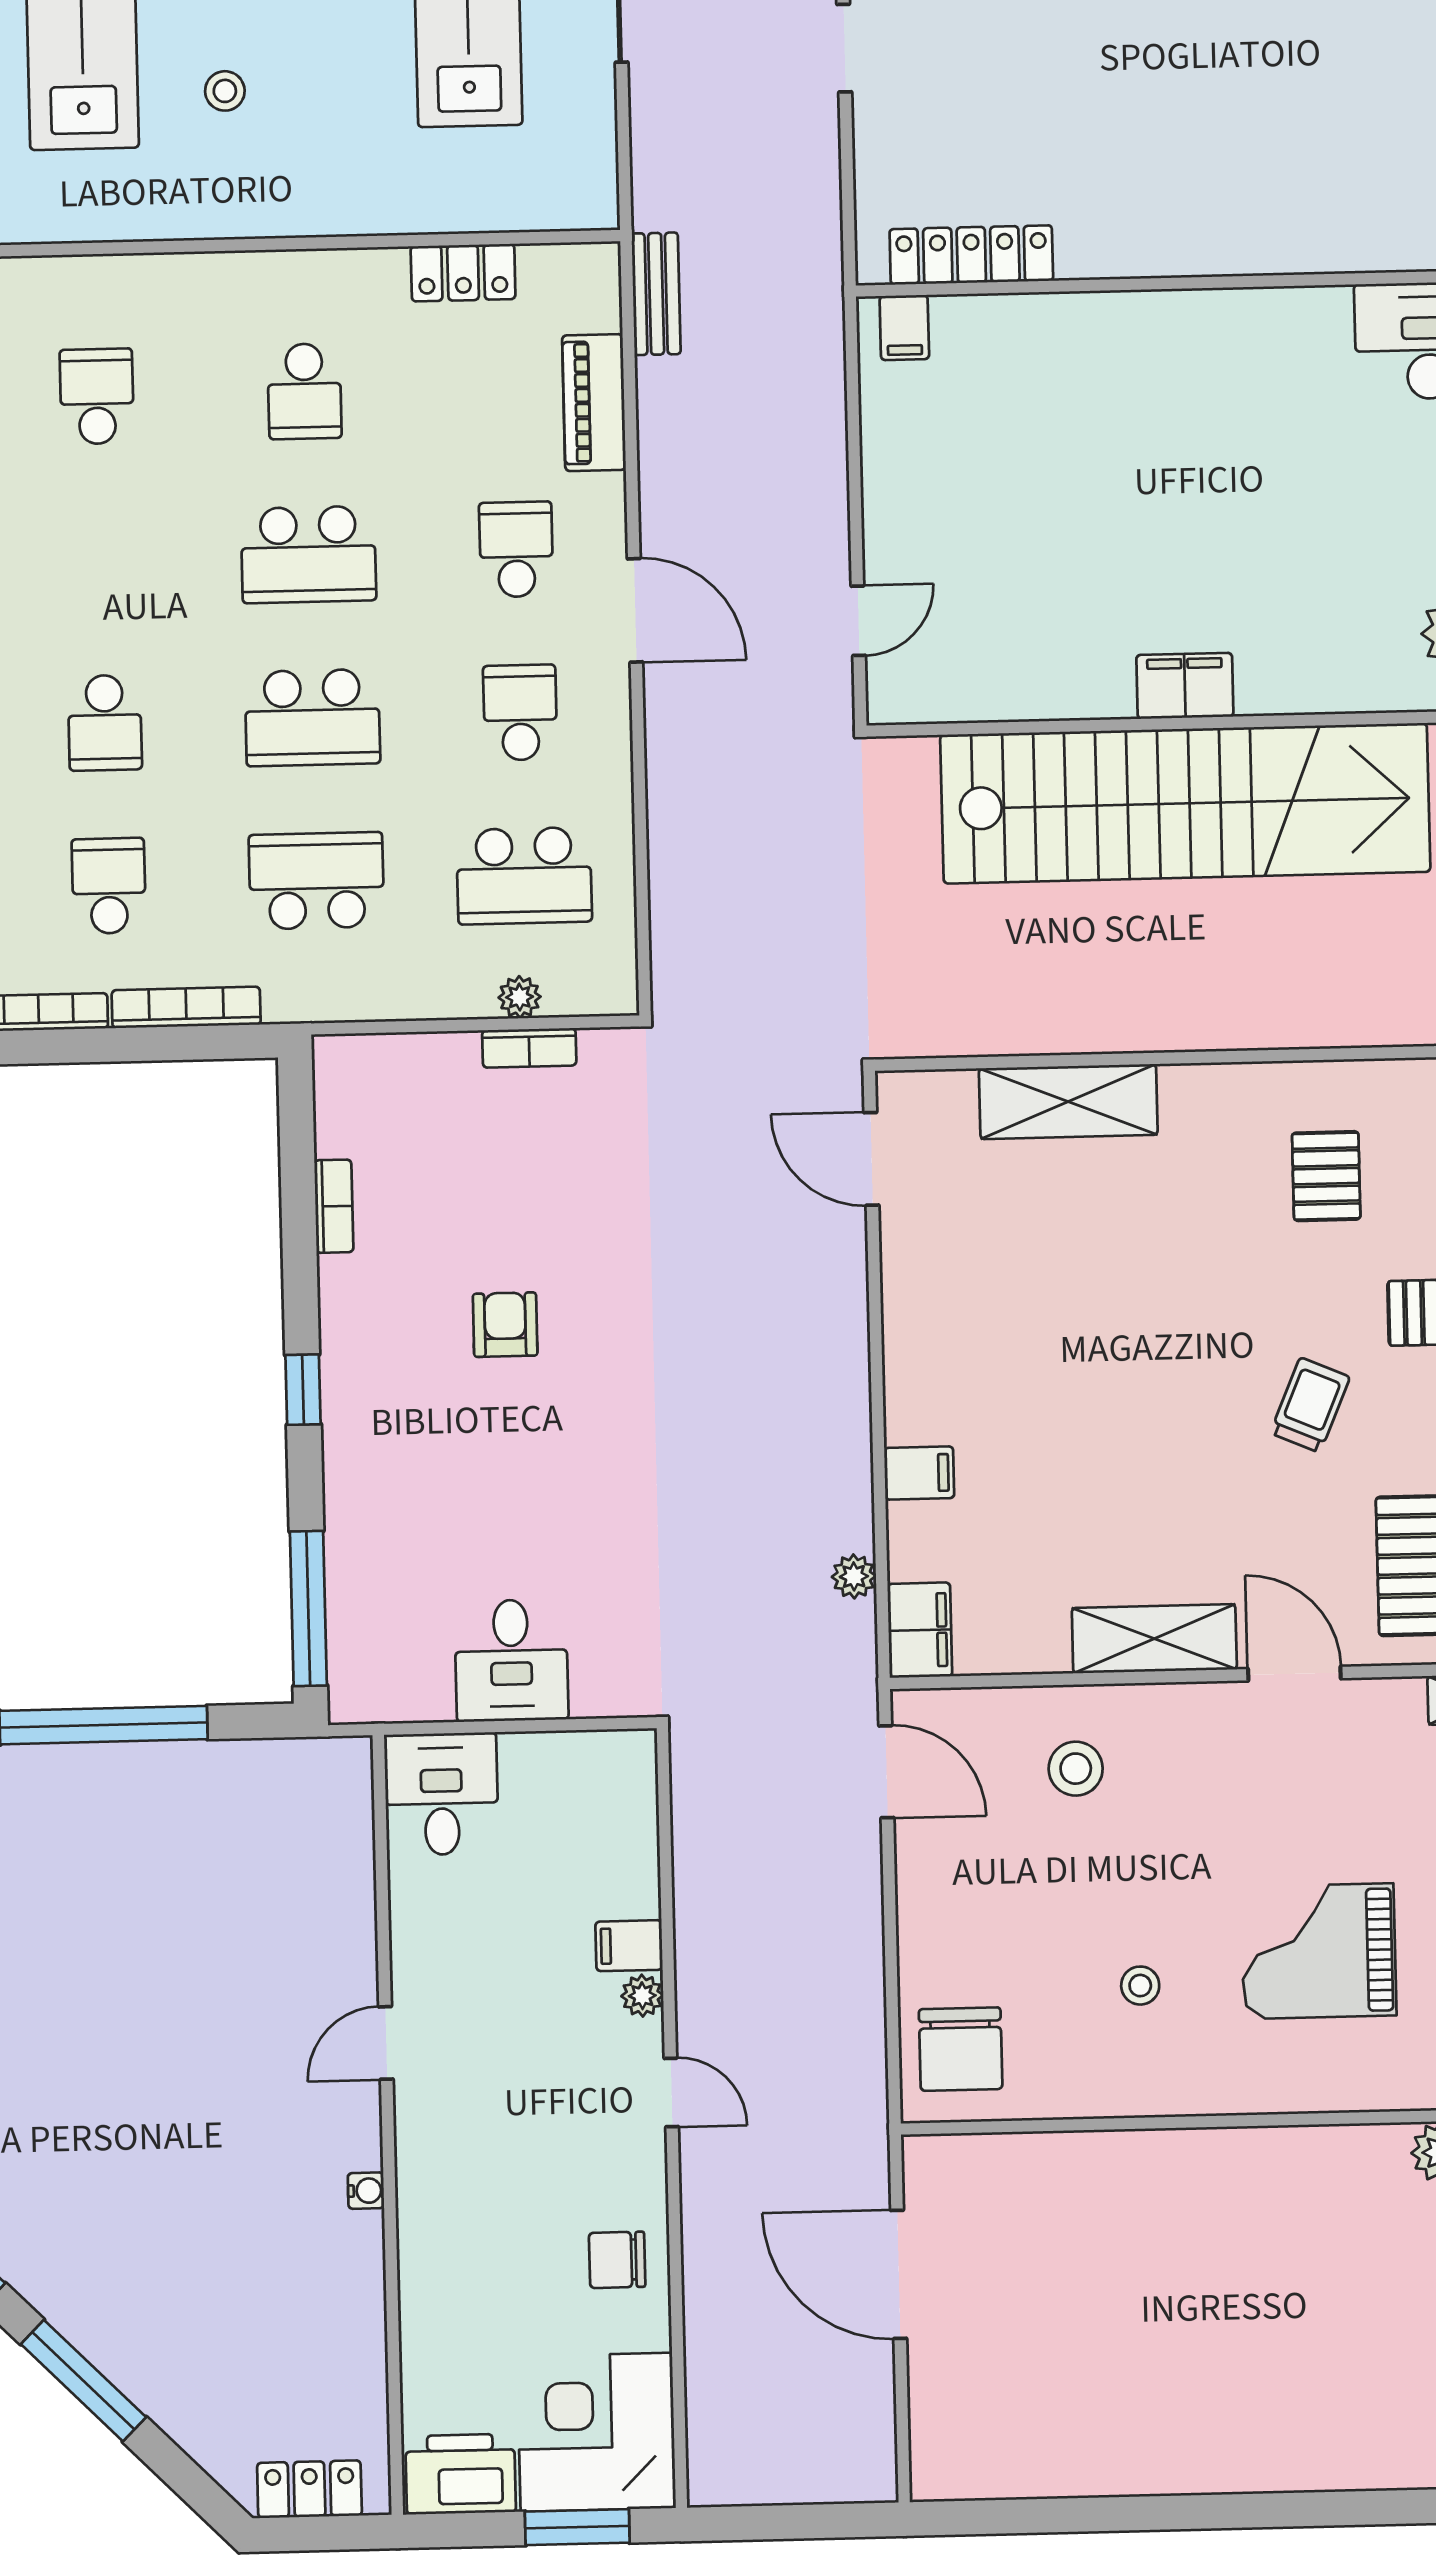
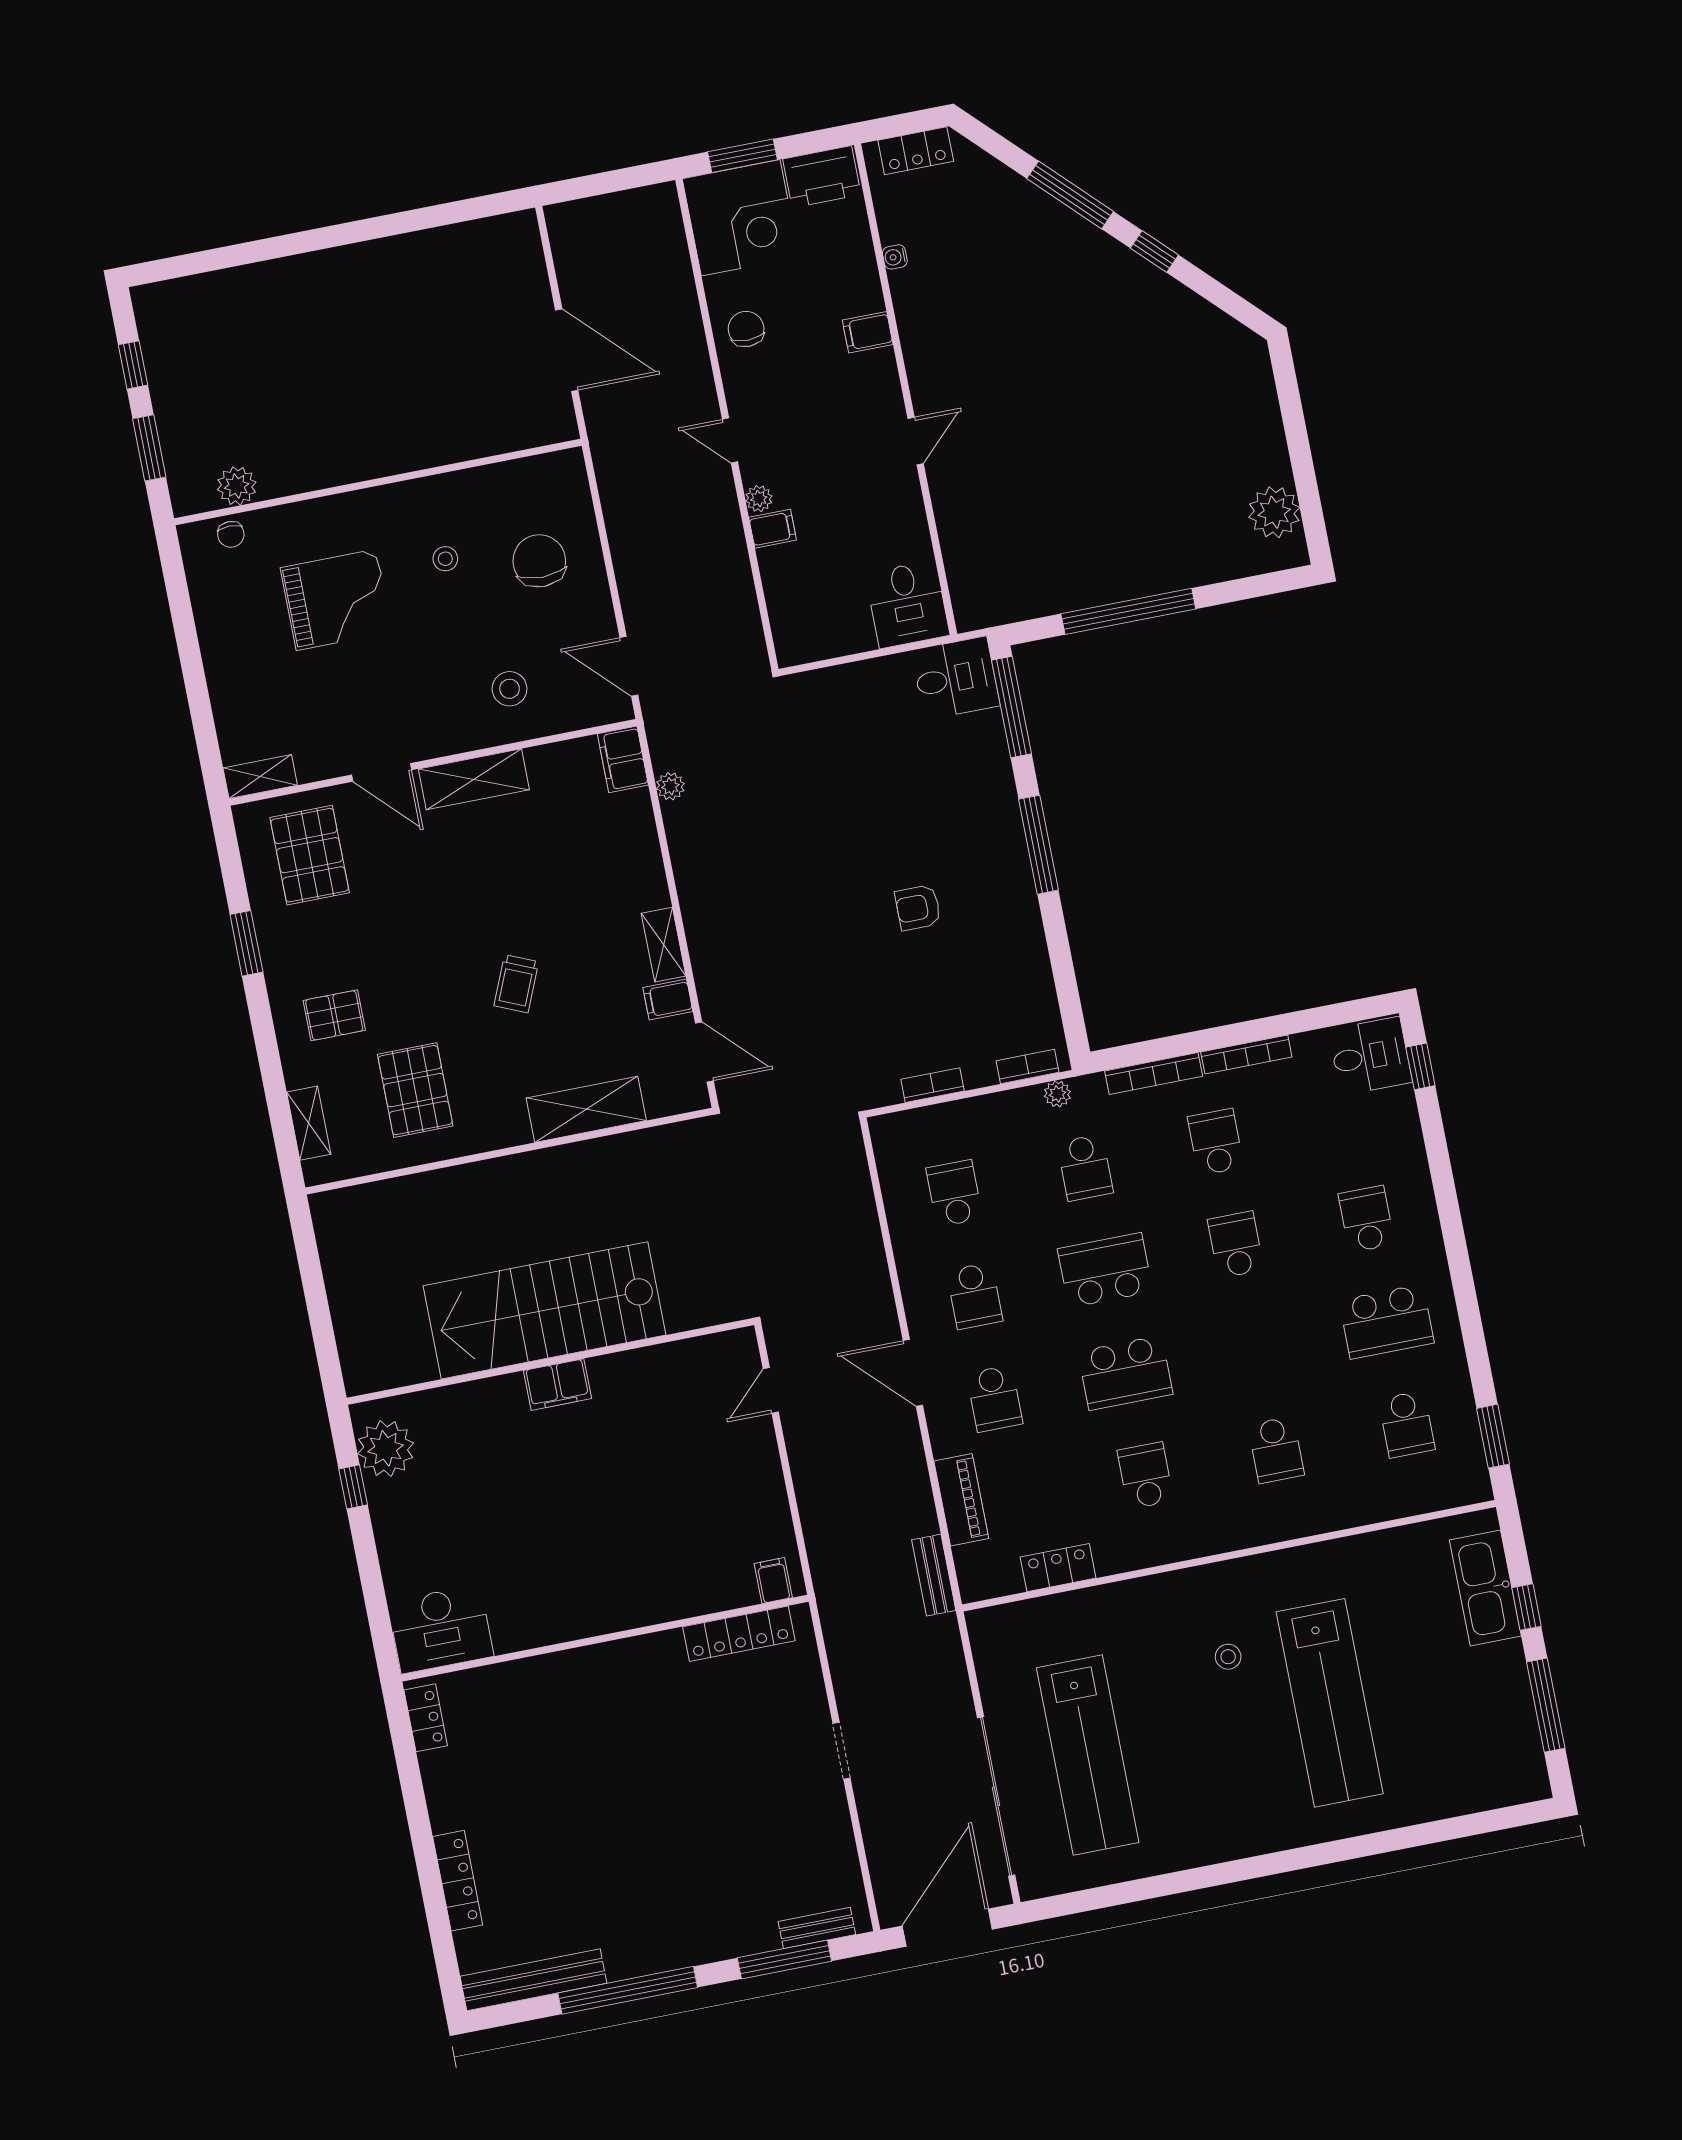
school desk: (308, 554) -> (1125, 1373), turned 180
stairs: (1185, 803) -> (545, 1310), width x0.73
school desk: (524, 876) -> (954, 1193), width x0.54
school desk: (316, 881) -> (1085, 1168), width x0.54
school desk: (109, 886) -> (1216, 1142), turned 180
plant: (520, 997) -> (1057, 1094), moved
pallet: (1326, 1176) -> (415, 1090), width x1.50, depth x1.42
bookcase: (334, 1206) -> (1028, 1067), moved, turned 90
armchair: (505, 1325) -> (918, 908), turned 90
shelving: (906, 1335) -> (664, 945), added
window: (303, 1390) -> (1039, 845), width x2.17
trolley: (1310, 1405) -> (516, 984), moved
filing cabinet: (919, 1473) -> (668, 999), moved
desk: (511, 1660) -> (956, 678), moved, turned 90
chair: (961, 2049) -> (539, 561), moved
water cooler: (366, 2191) -> (895, 257), moved
filing cabinet: (431, 2223) -> (868, 332), added
chair: (617, 2260) -> (746, 329), turned -91

